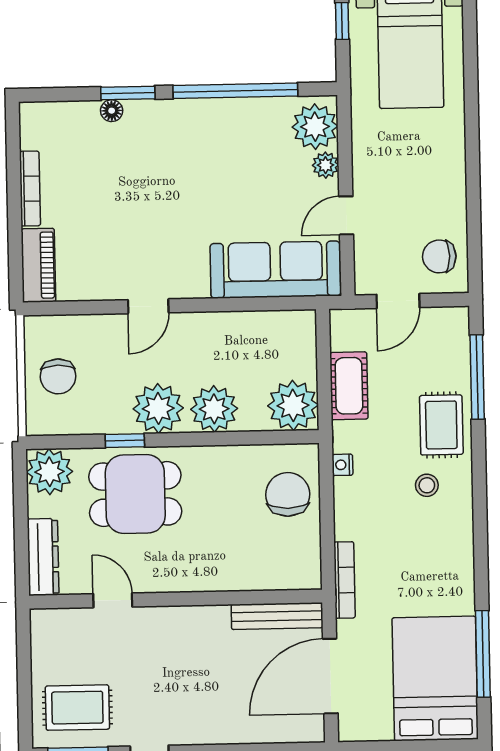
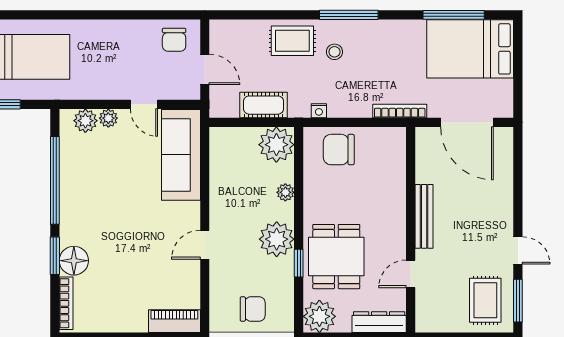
floor lamp: (112, 111) -> (74, 261), width x1.89, depth x1.89
plant: (315, 127) -> (85, 121), width x0.73, depth x0.73
bookcase: (30, 189) -> (66, 303), moved, turned 90
door: (148, 306) -> (205, 245), swing flipped
window: (477, 377) -> (349, 15), moved
plant: (214, 409) -> (285, 192), width x0.53, depth x0.53
bench: (277, 616) -> (424, 216), moved

